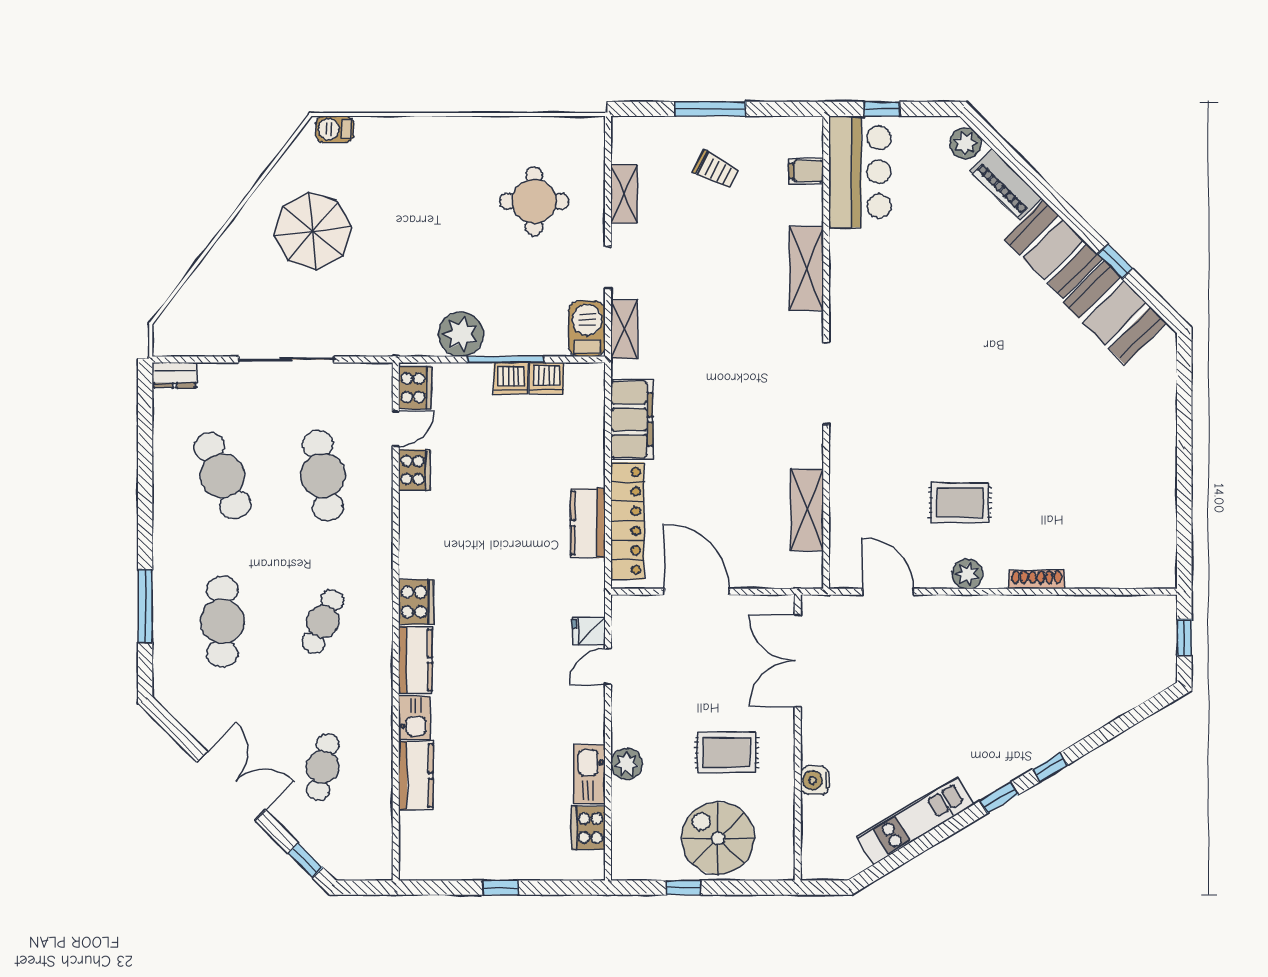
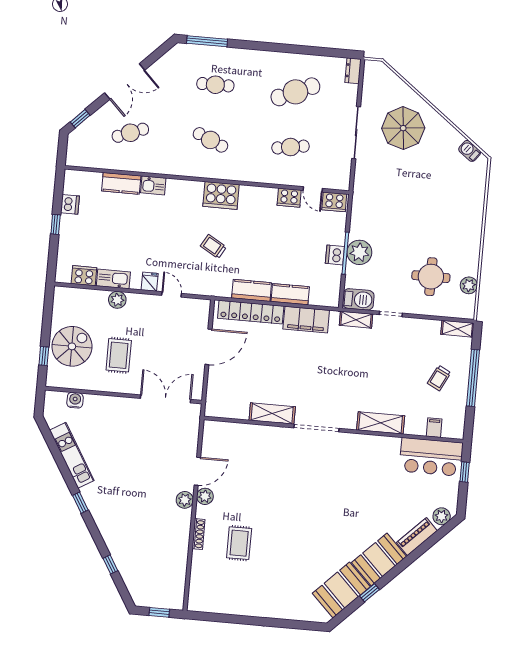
window: (710, 109) -> (473, 378), width x1.46
barbecue: (335, 129) -> (470, 151), moved, turned -53
plant: (544, 131) -> (469, 285), added
shelving: (624, 194) -> (457, 329), moved
parasol: (313, 231) -> (403, 128), moved
plant: (461, 334) -> (359, 252), moved
dishwasher: (546, 378) -> (70, 204), moved, turned 180
cafe table: (323, 476) -> (291, 147), width x0.73, depth x0.74
rug: (960, 503) -> (239, 543), moved
shelving: (807, 510) -> (272, 414), moved
door: (888, 592) -> (197, 471), moved
trolley: (515, 599) -> (213, 246), added
cooker: (416, 602) -> (221, 195), width x1.37, depth x1.31
window: (145, 606) -> (207, 41), moved
plant: (977, 610) -> (185, 500), added
cafe table: (222, 621) -> (215, 85), width x0.73, depth x0.74
fridge: (589, 631) -> (150, 282), moved
kitchen counter: (415, 660) -> (290, 294), moved, turned 180
cafe table: (323, 767) -> (130, 133), turned -33
window: (1050, 767) -> (110, 564), moved
water cooler: (815, 780) -> (75, 400), moved
window: (684, 888) -> (44, 356), moved

